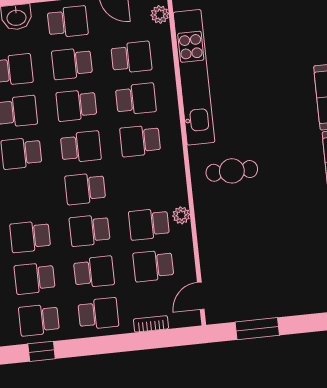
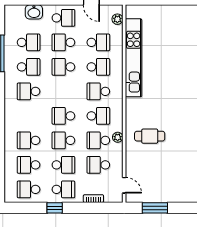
school desk: (81, 147) -> (98, 116), moved
cafe table: (232, 171) -> (150, 136), moved
door: (201, 296) -> (124, 185), swing flipped
window: (42, 351) -> (55, 208), moved

